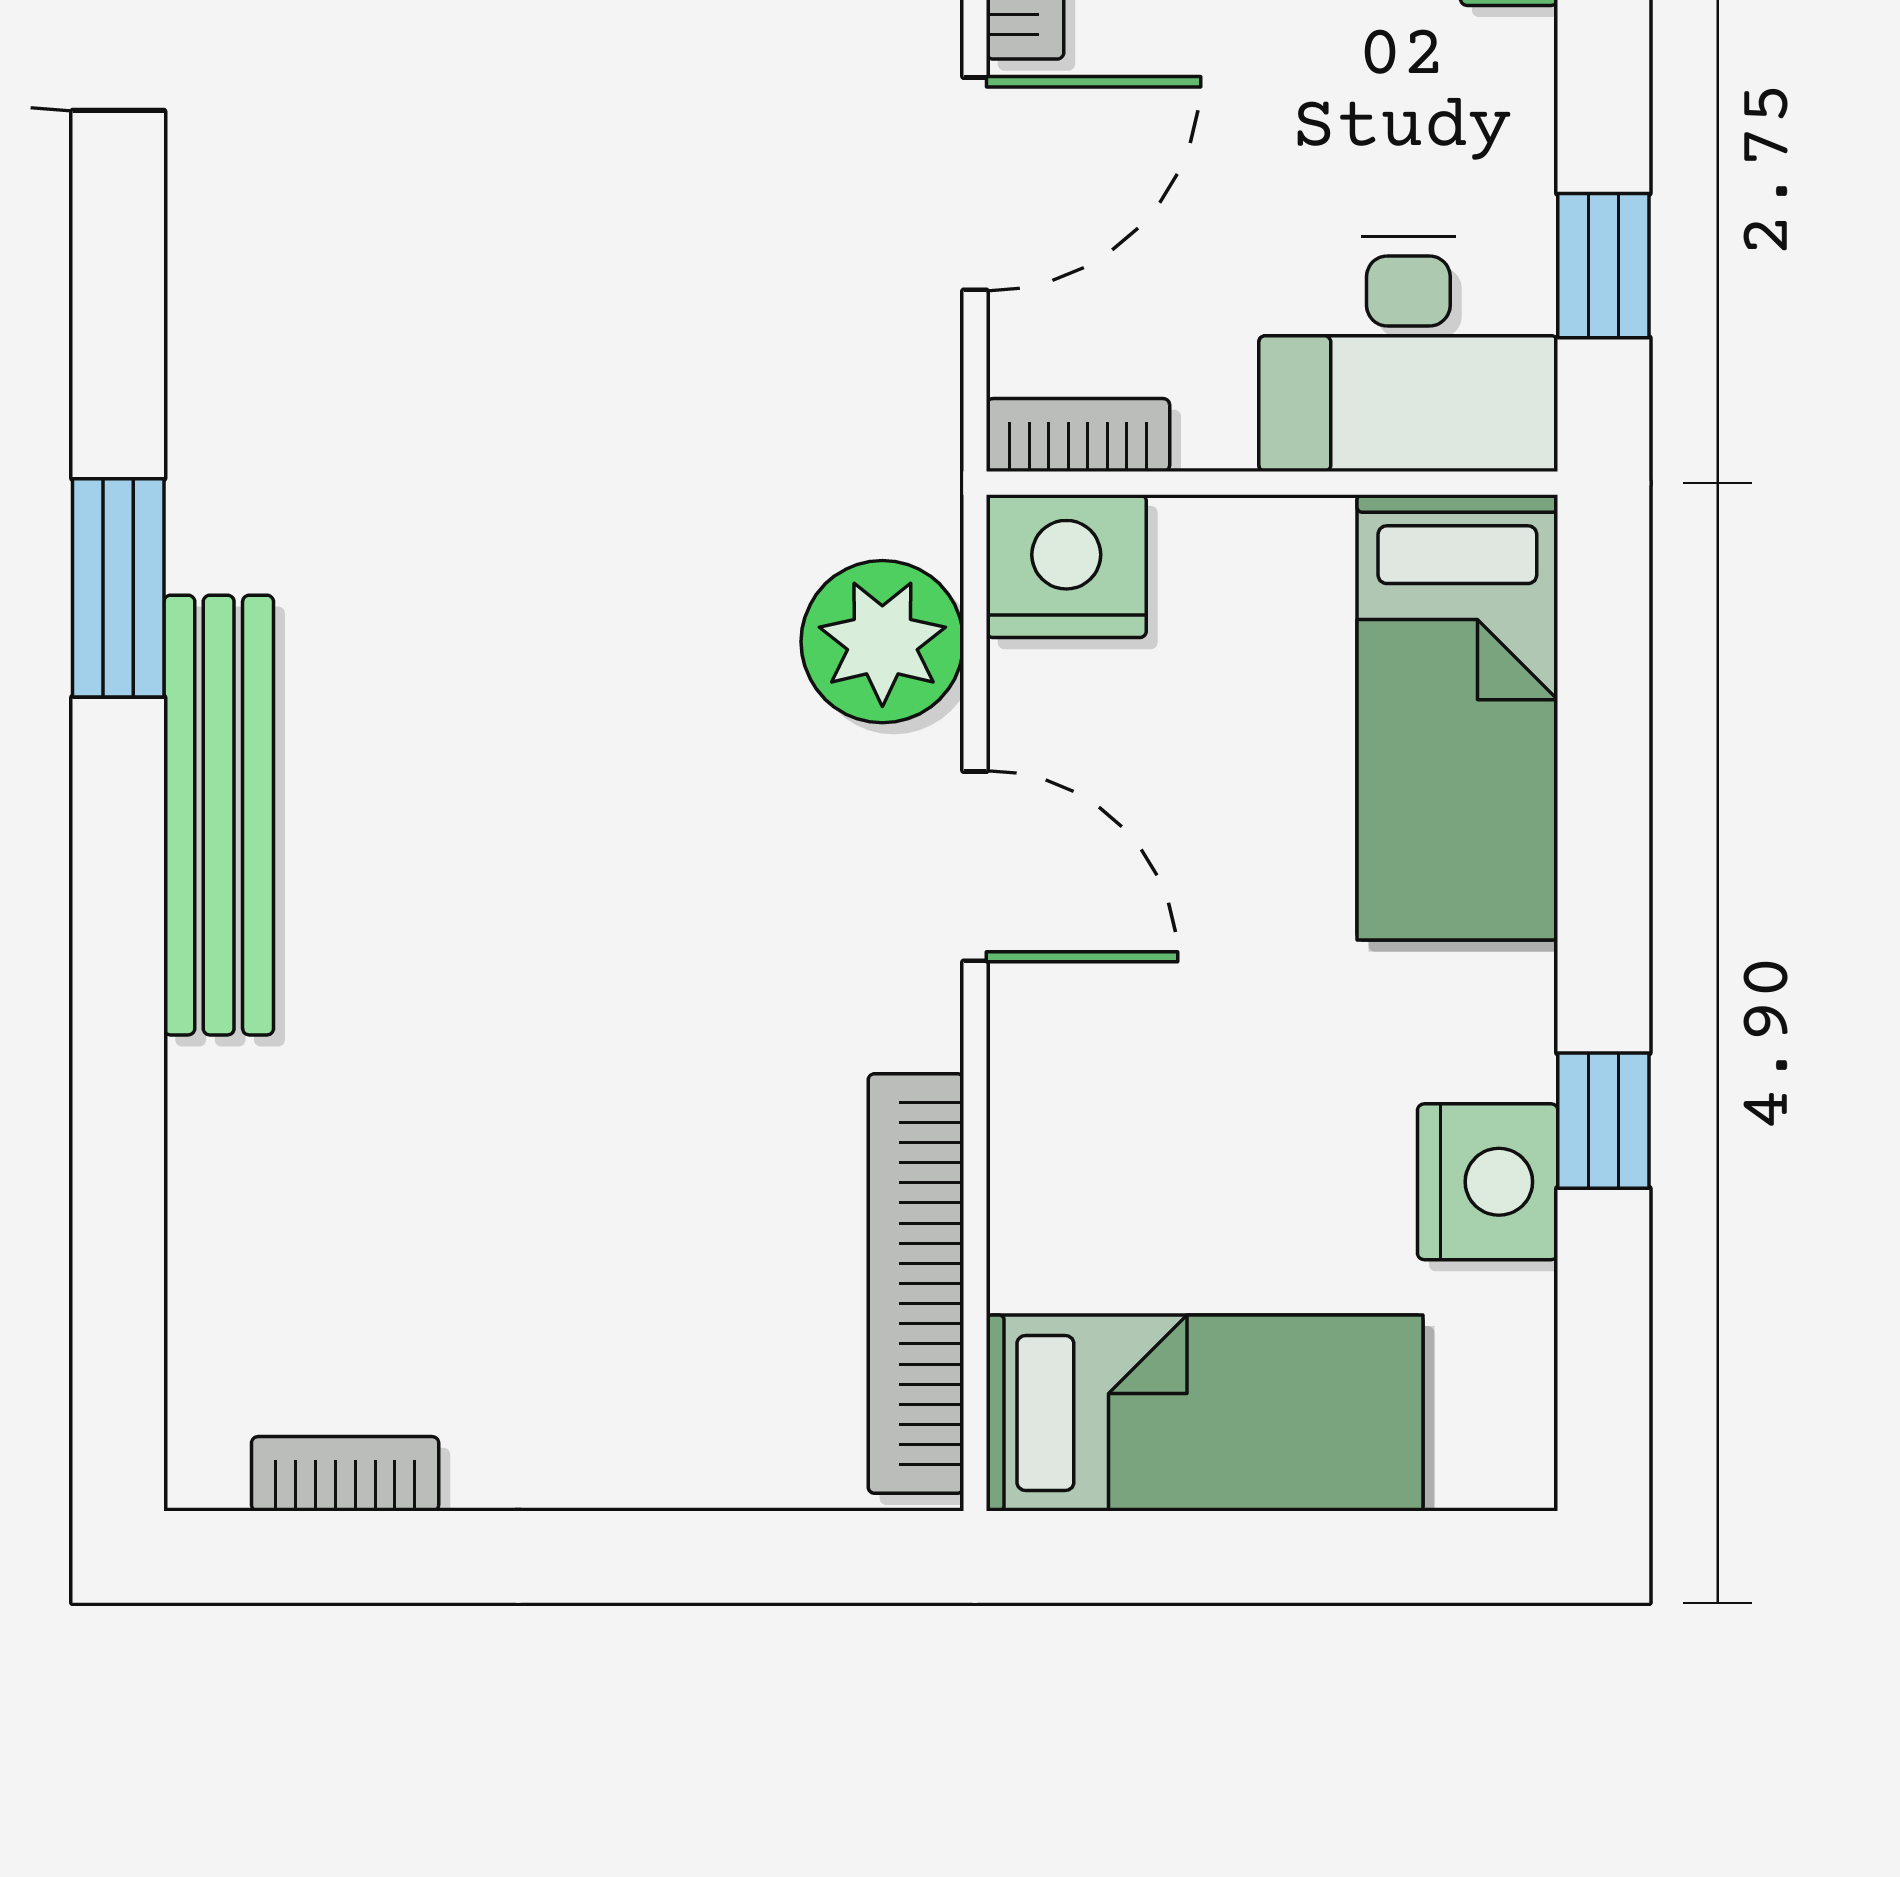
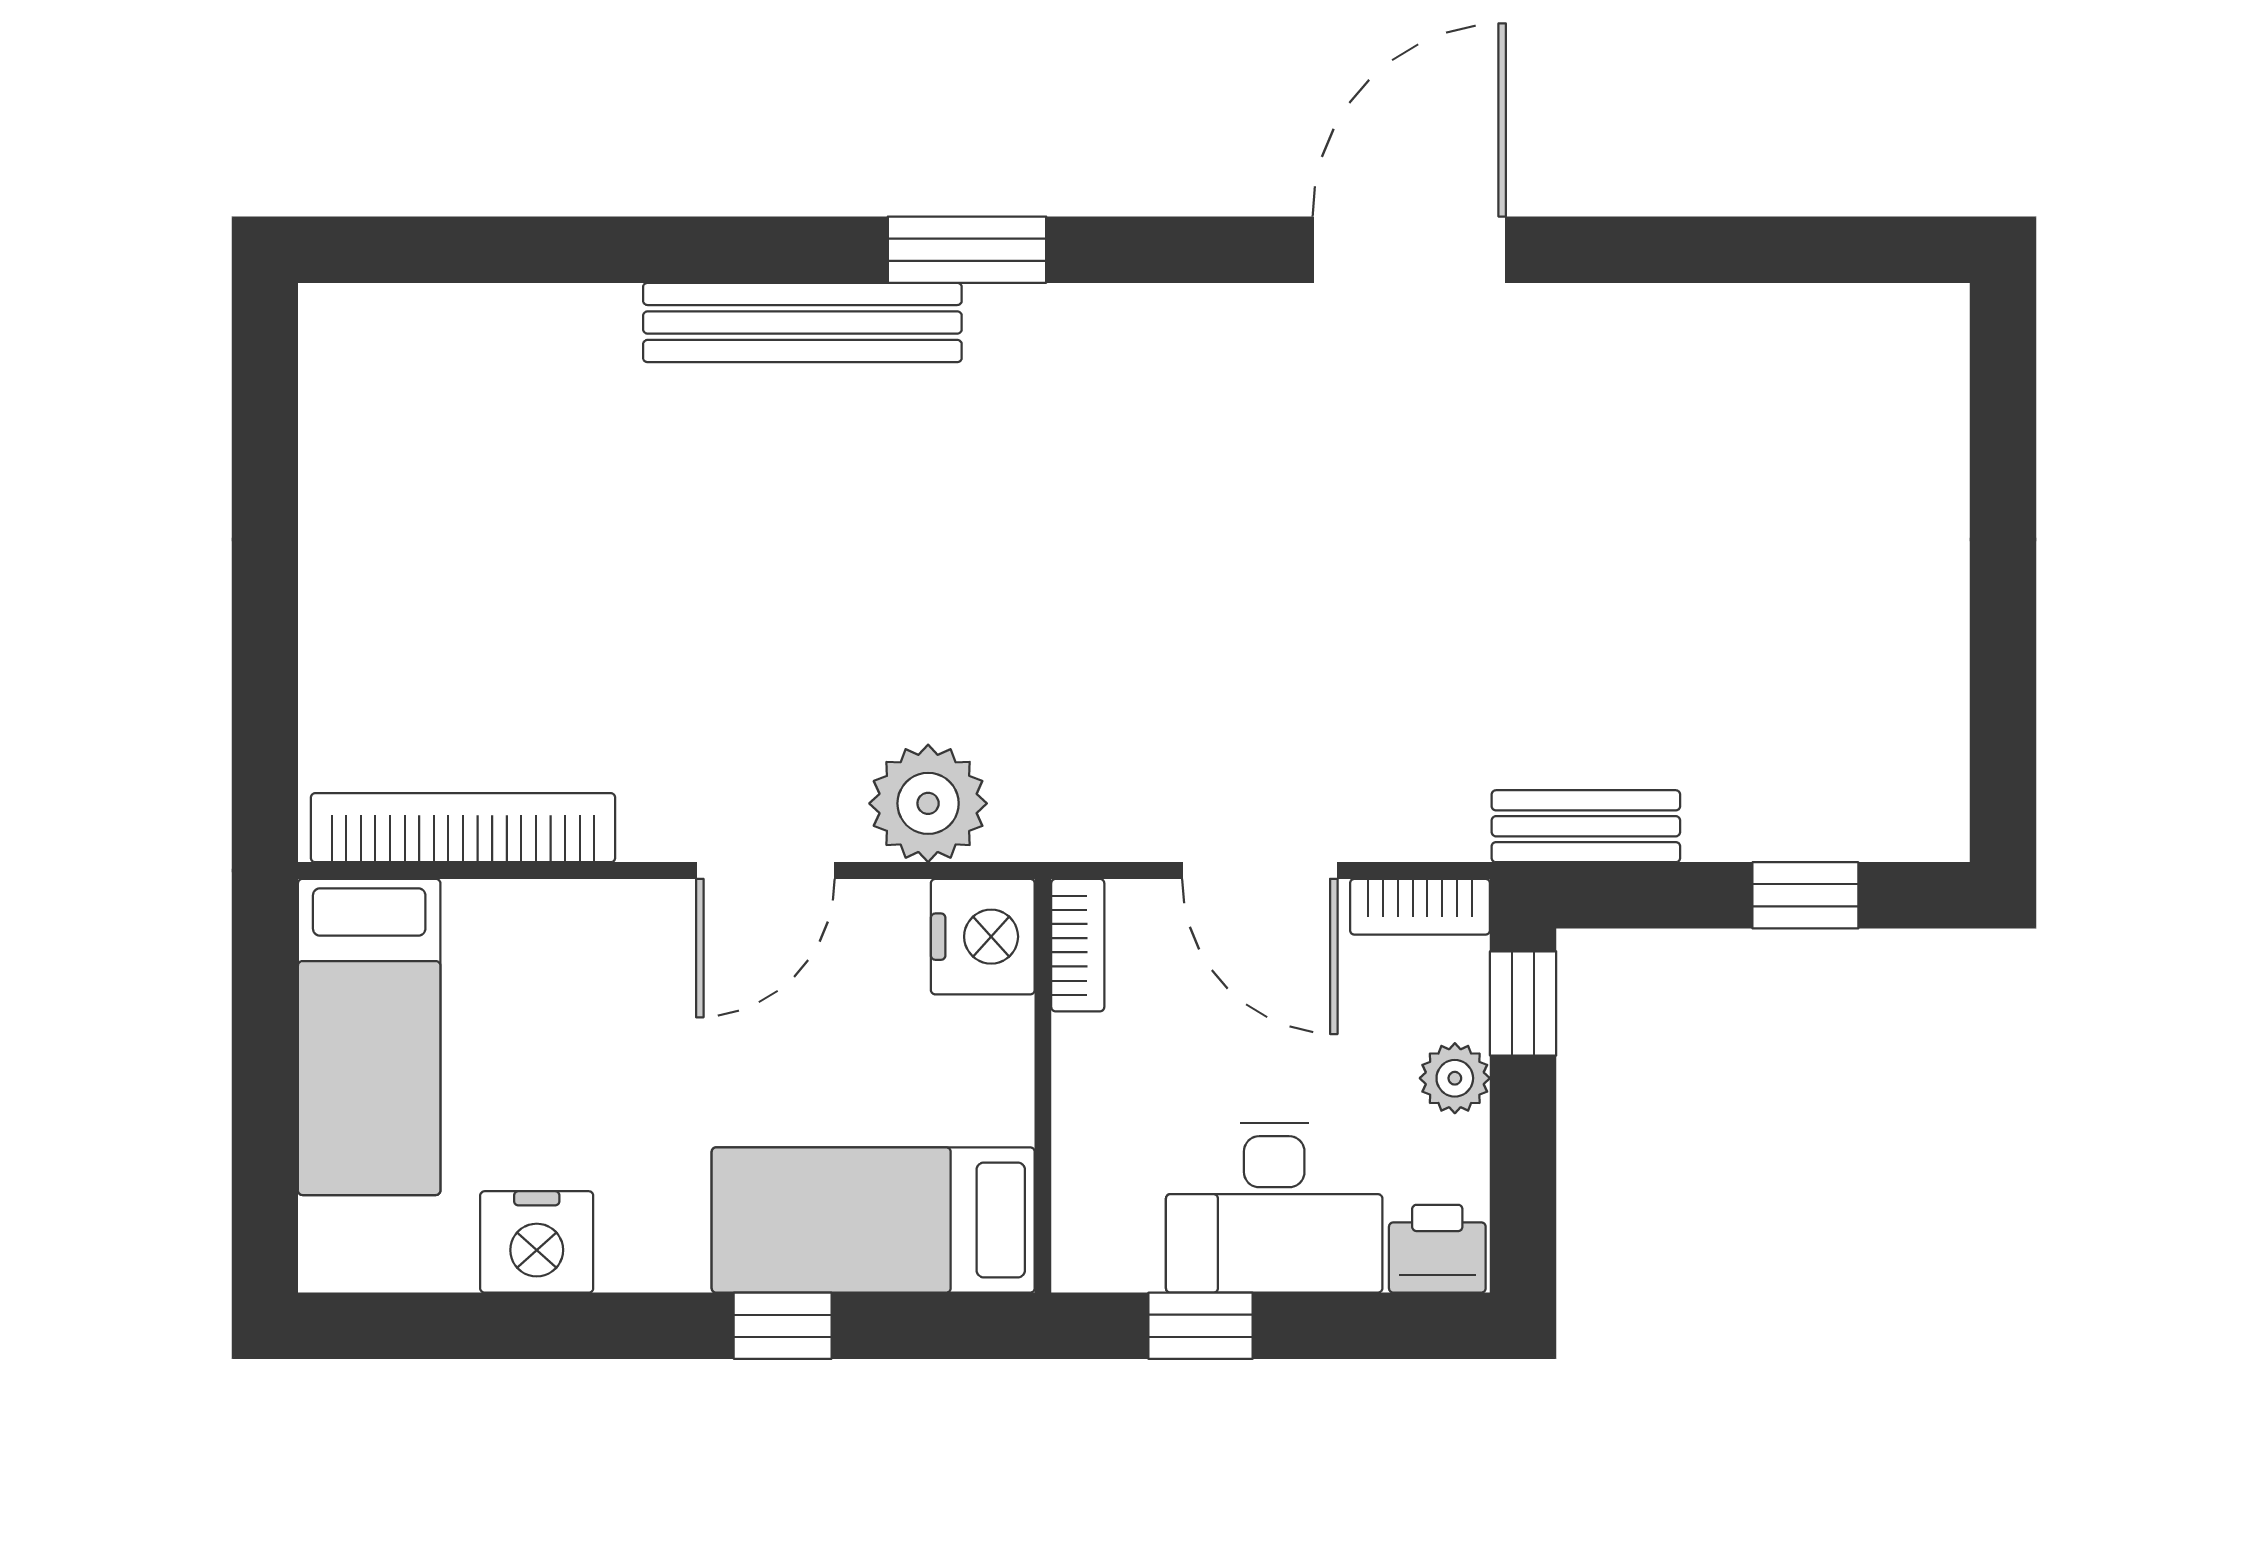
desk: (1408, 354) -> (1274, 1208), moved, turned -90
window: (1603, 1121) -> (783, 1326), moved
bookcase: (345, 1474) -> (325, 414), removed

